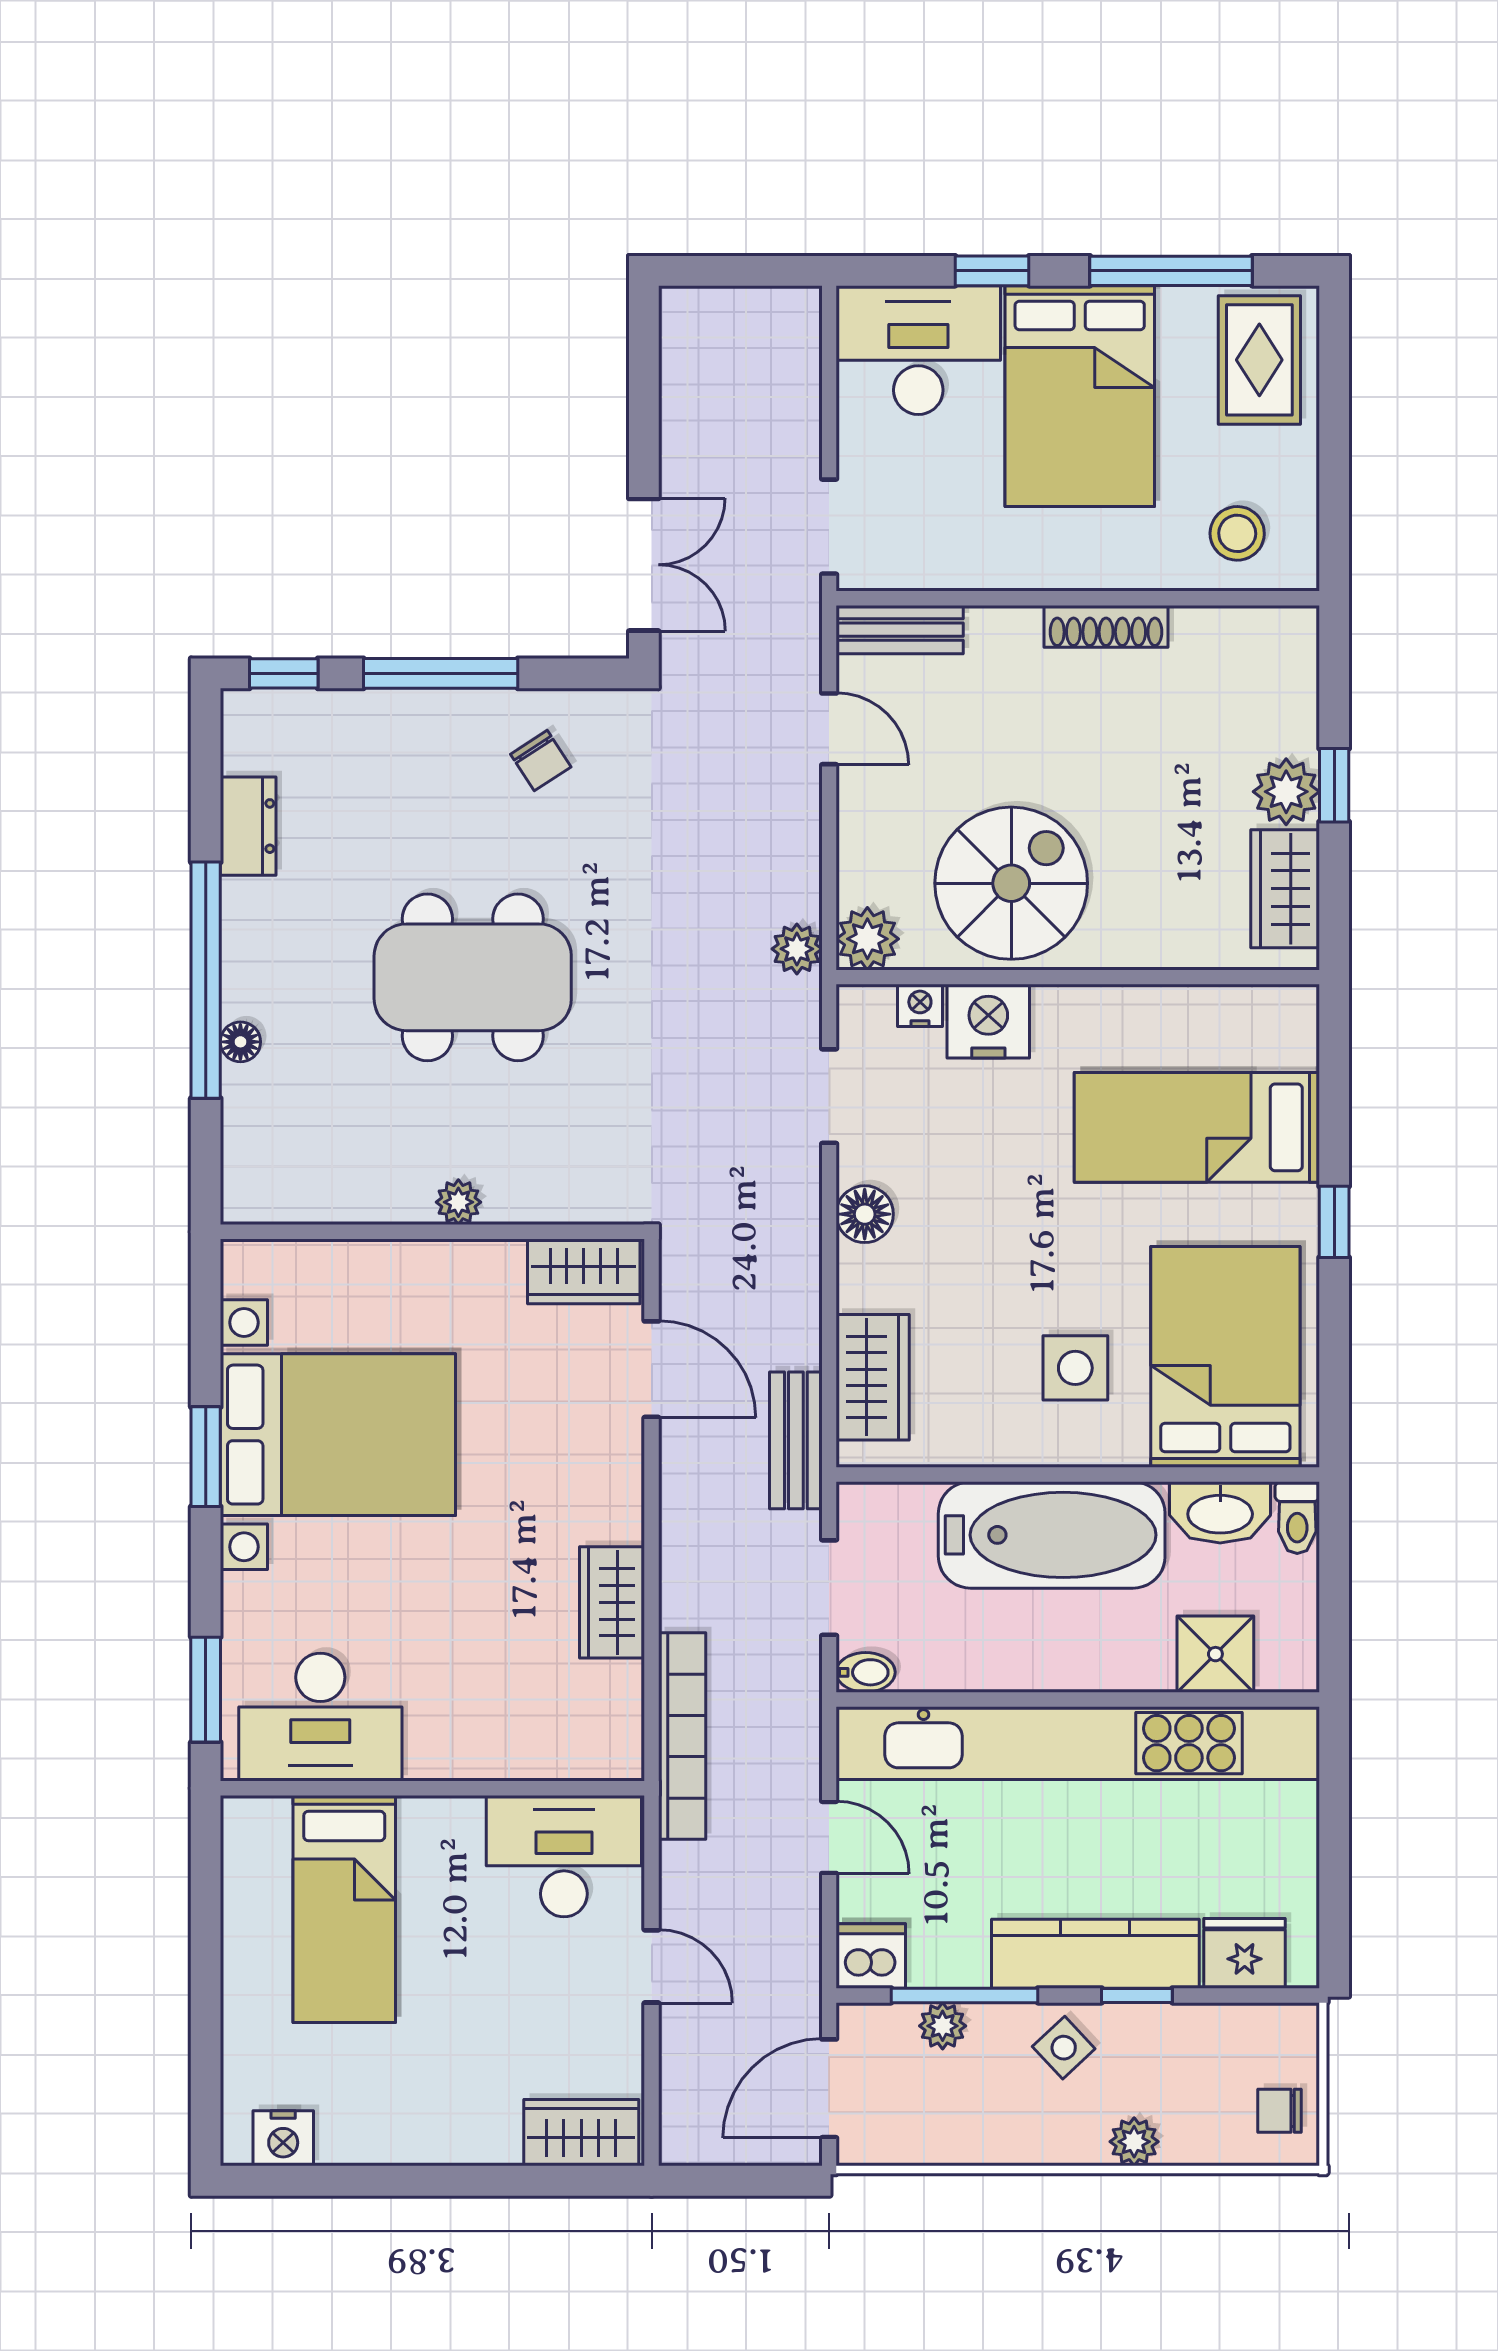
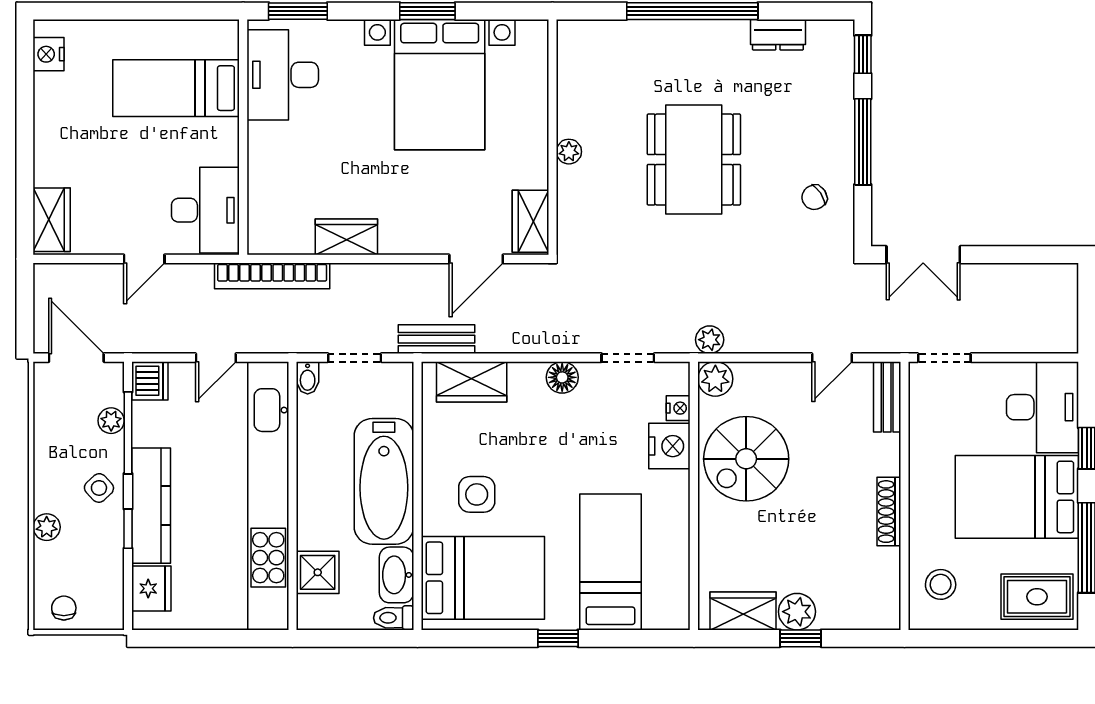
spiral stairs: (1011, 883) -> (746, 459), turned 90
floor lamp: (240, 1042) -> (658, 30), removed

